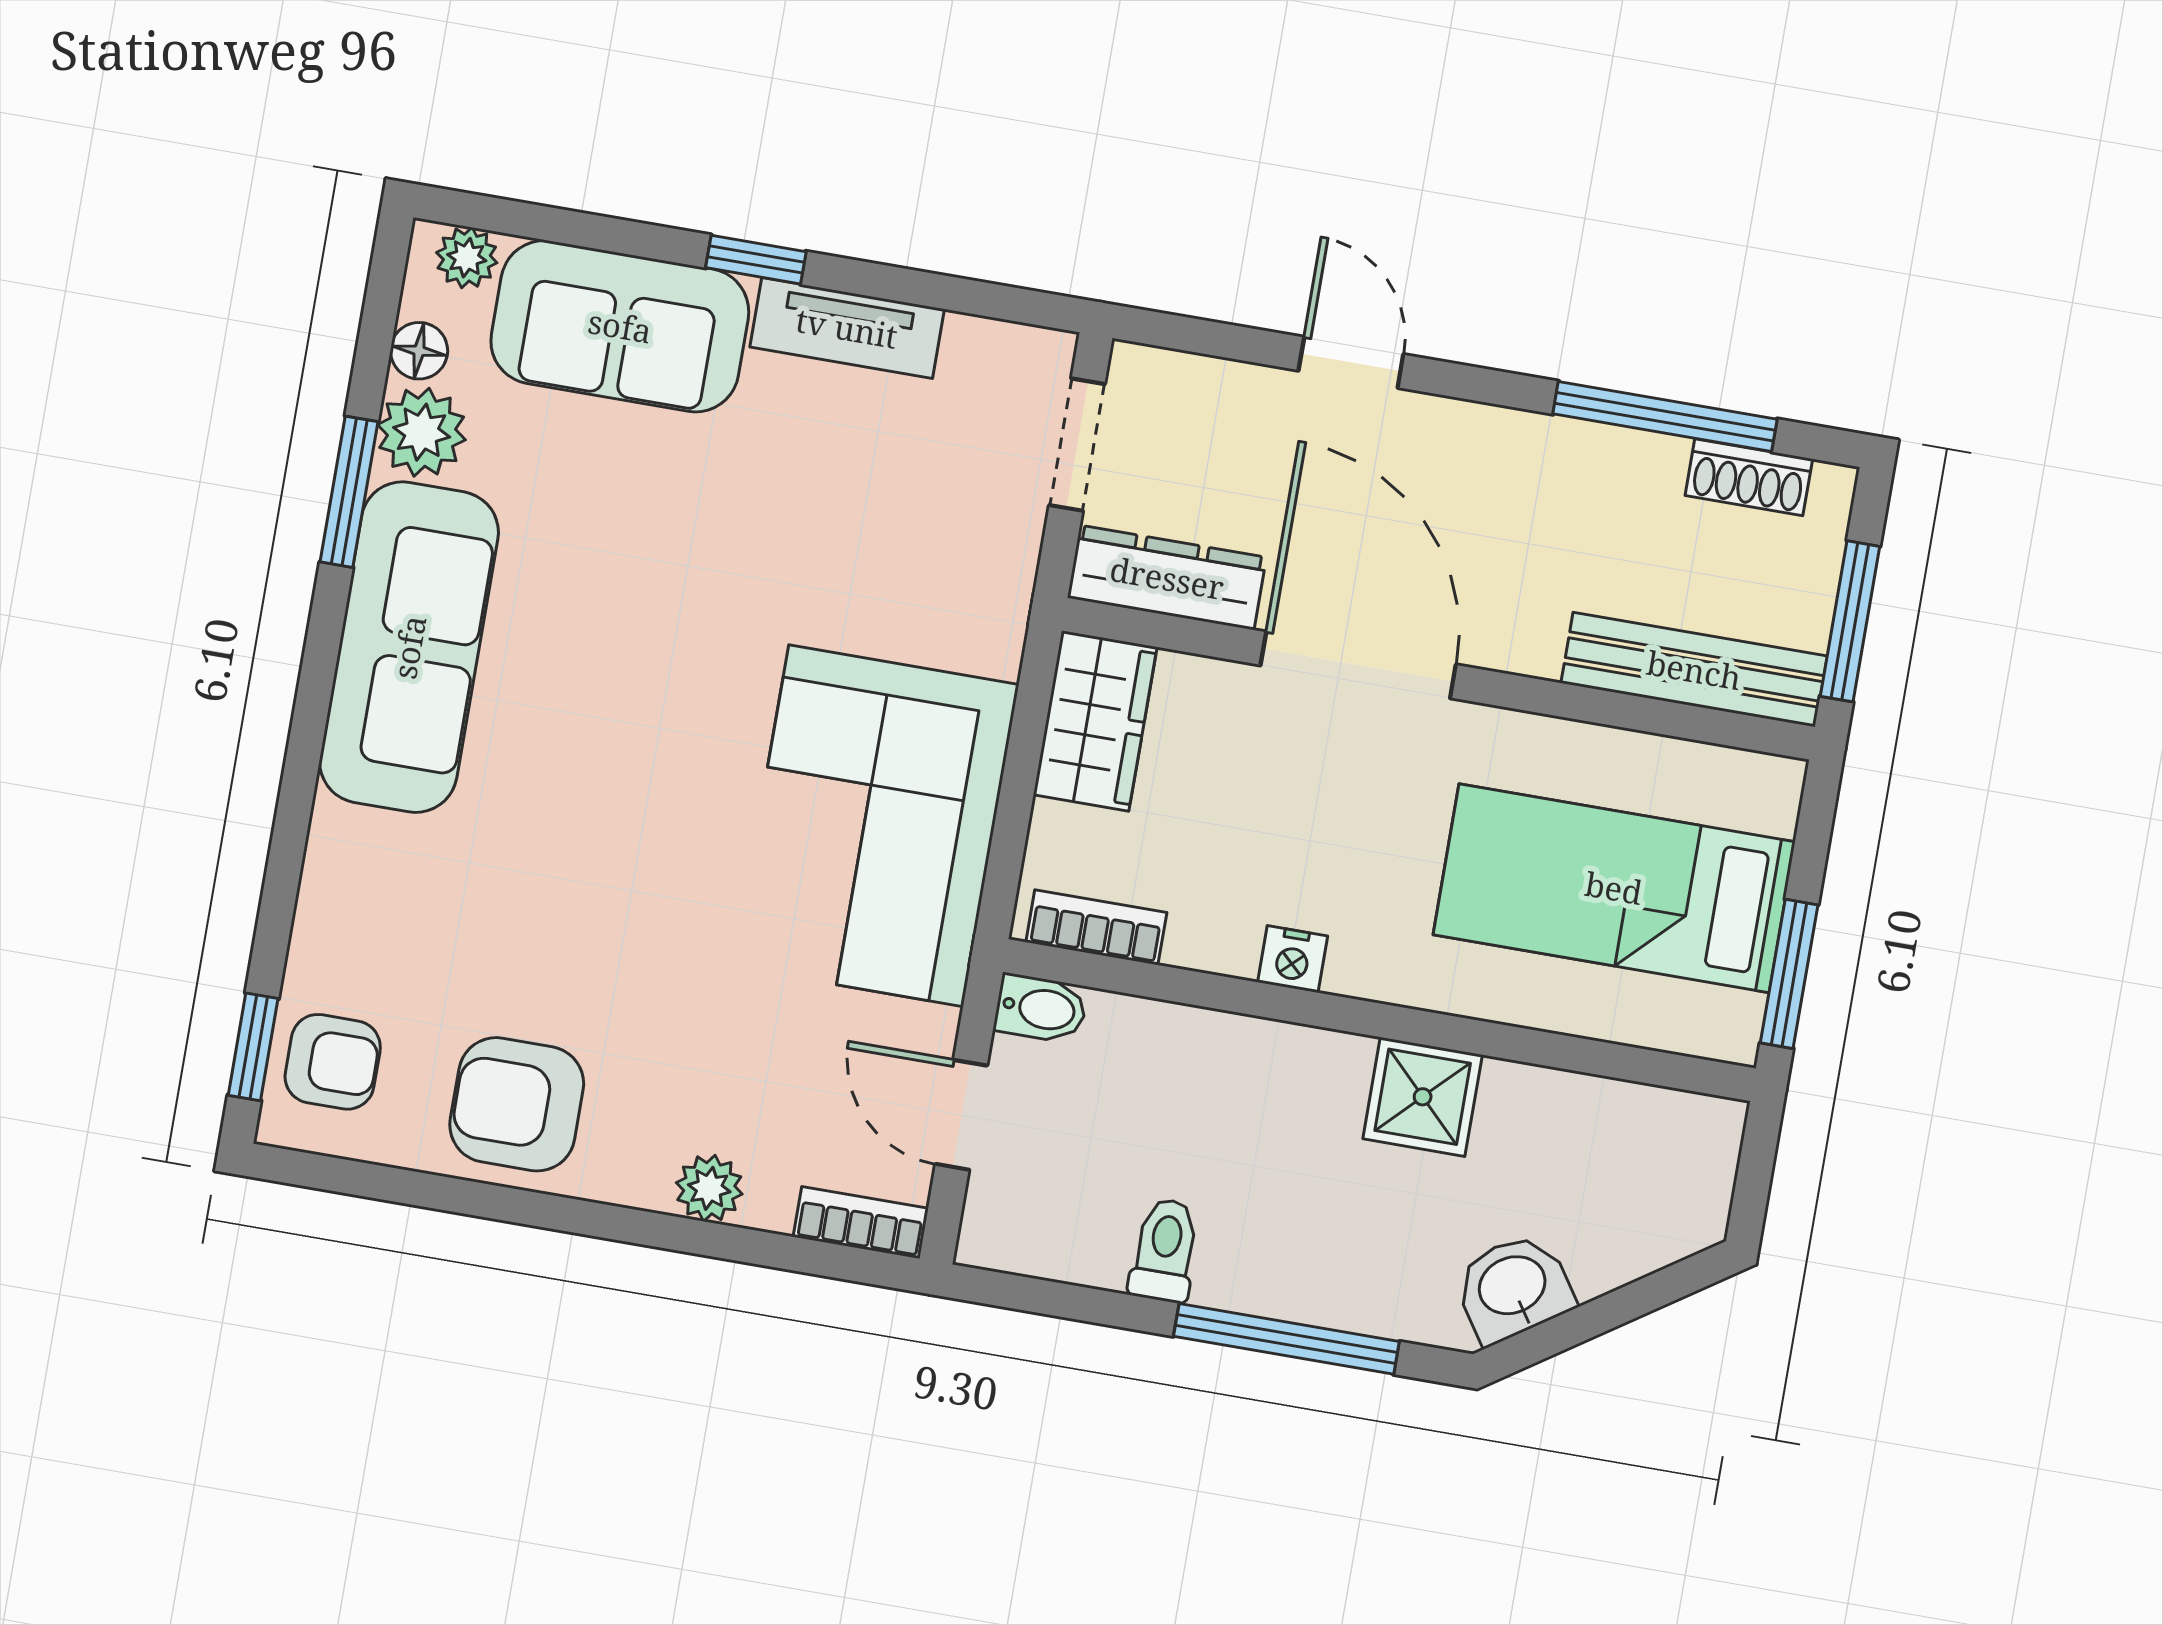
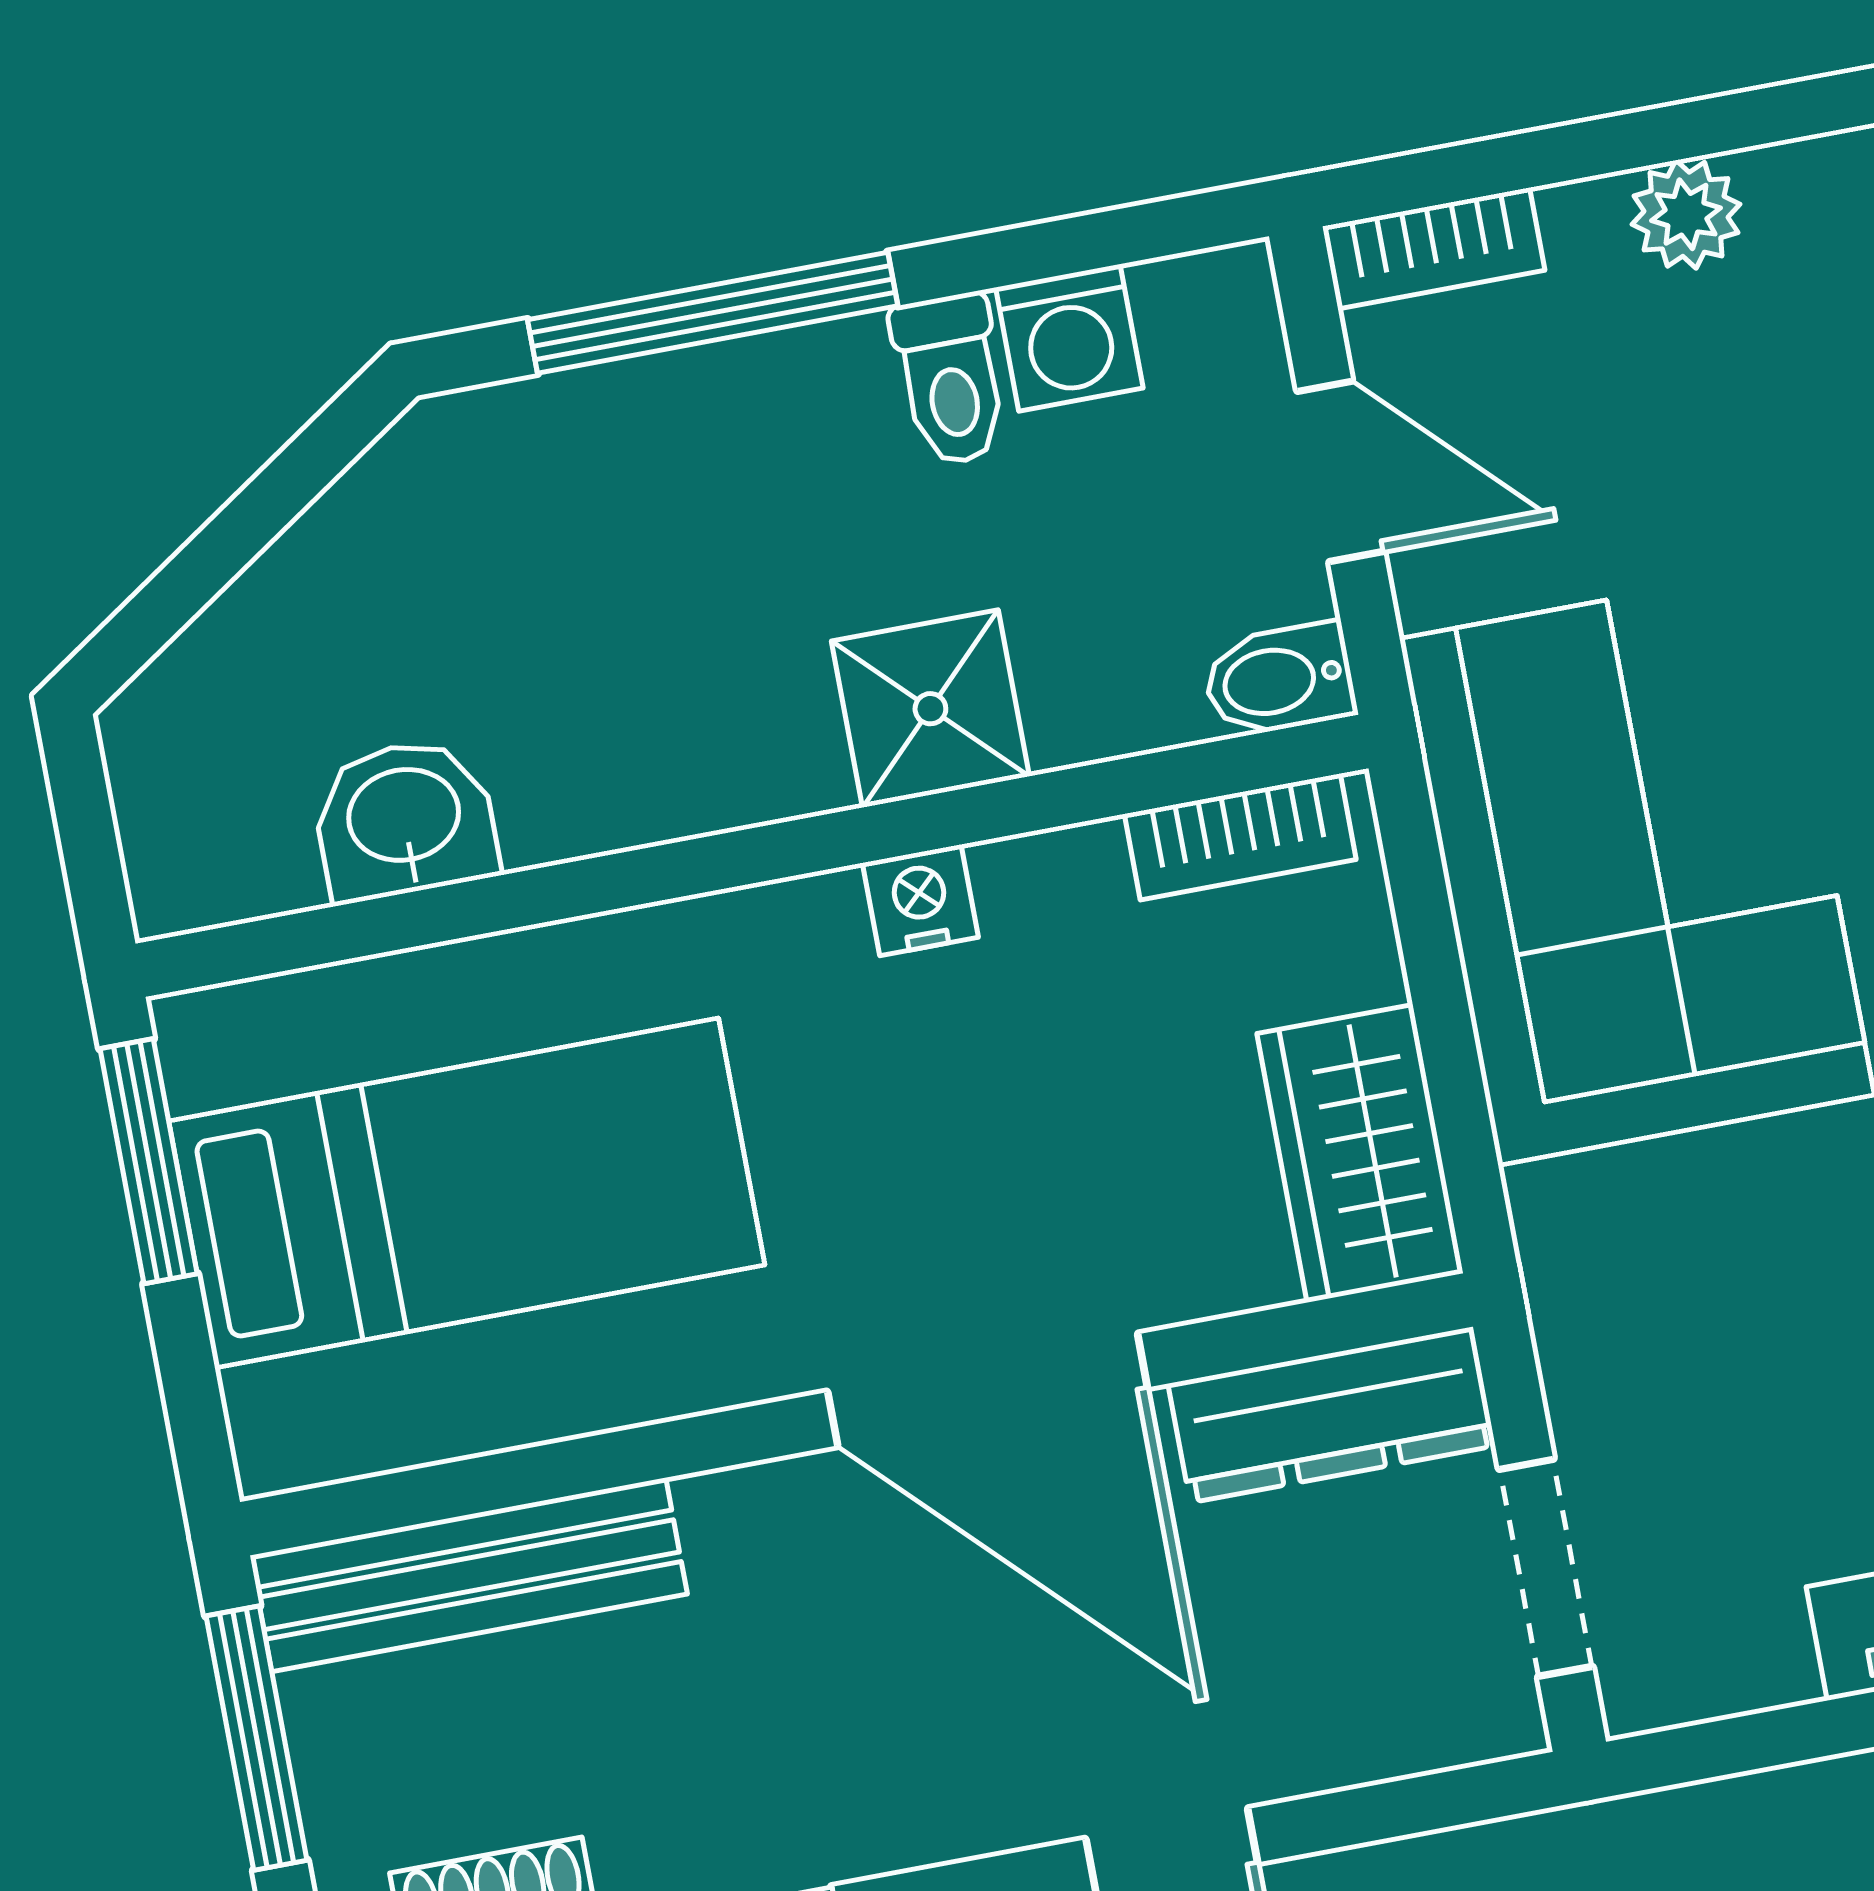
shower: (1423, 1097) -> (930, 709), moved
washing machine: (1088, 1249) -> (1069, 338), added
washbasin: (1513, 1288) -> (404, 819), moved, turned -146

